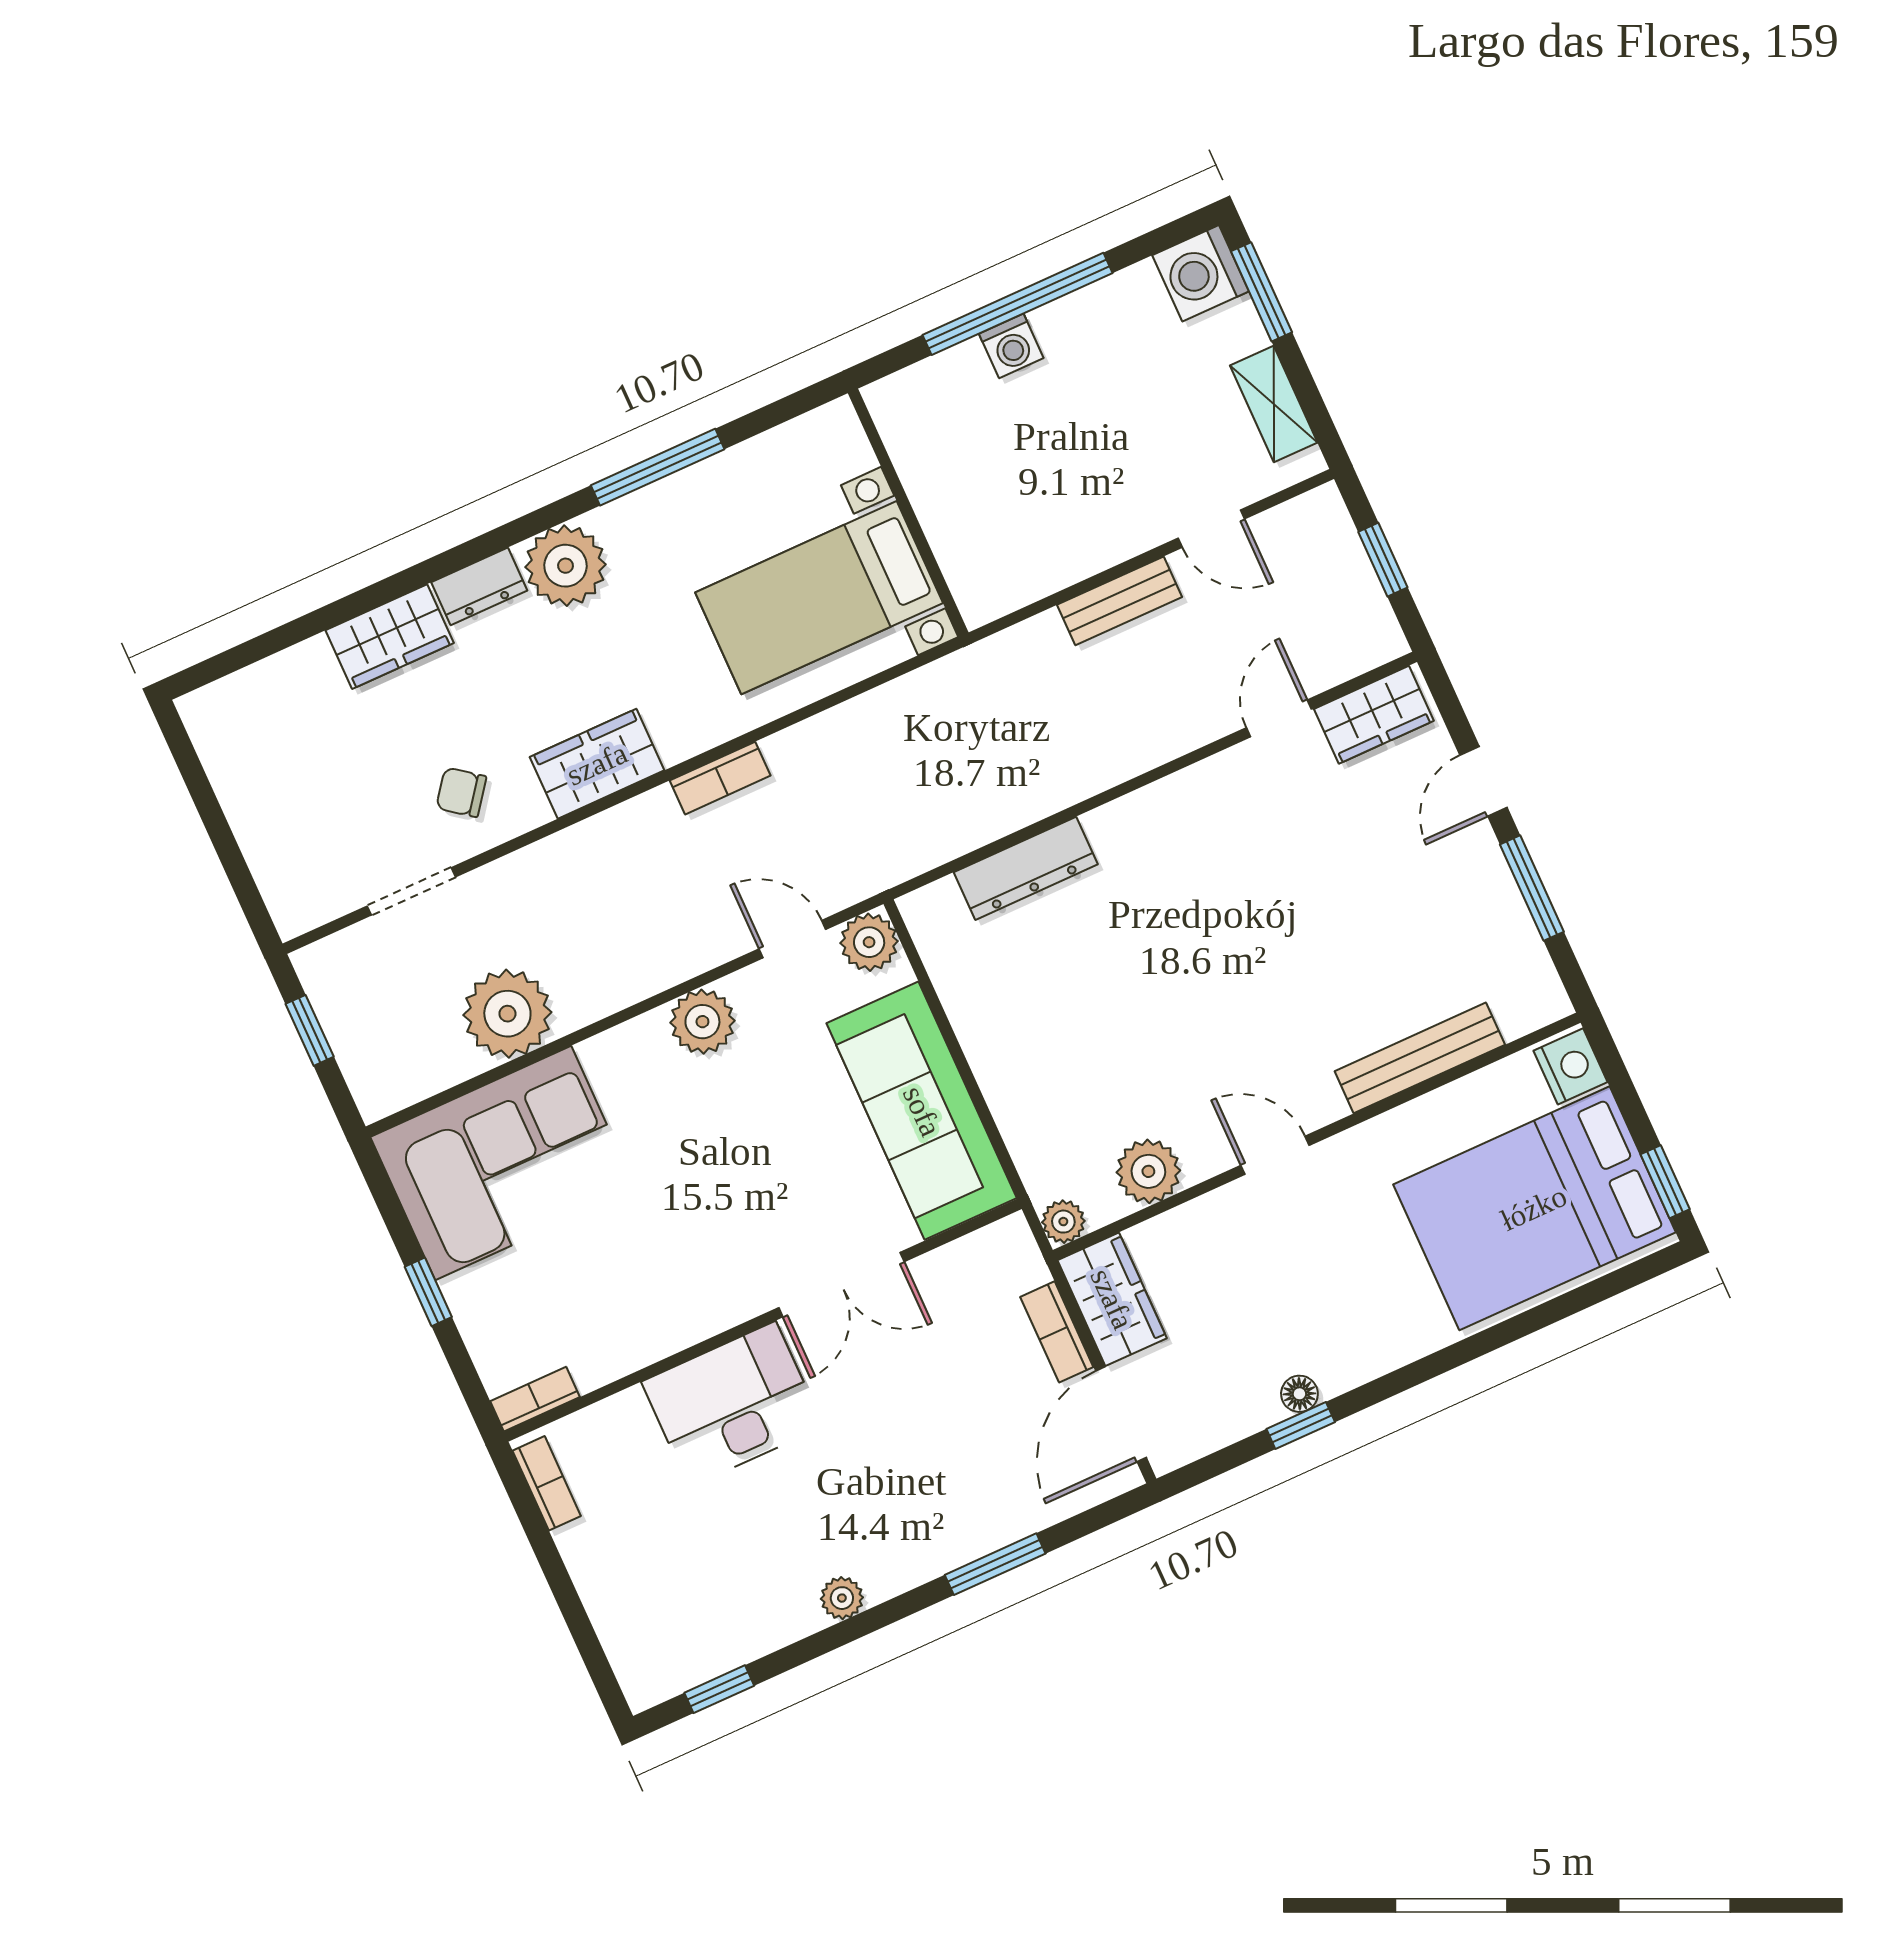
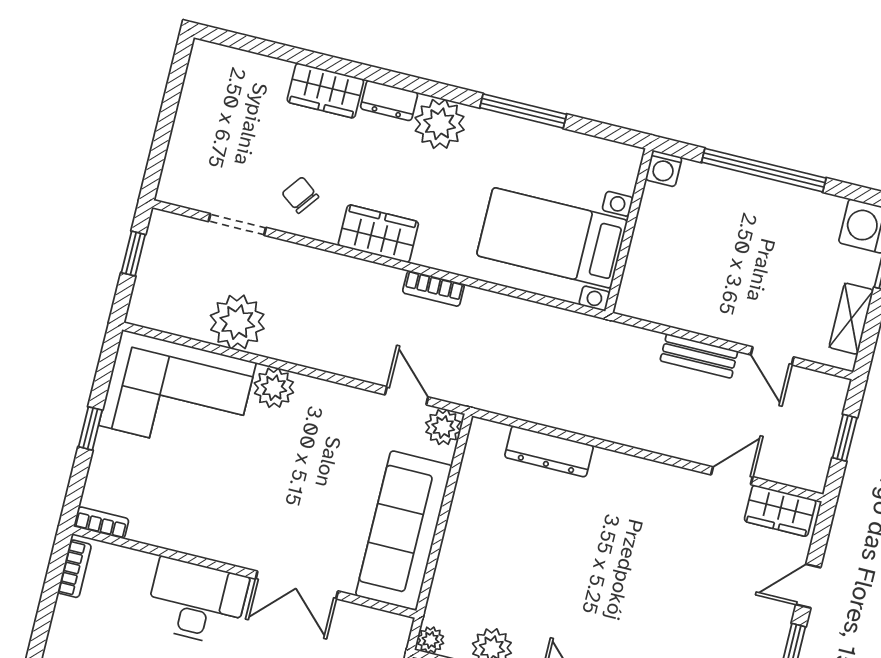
washing machine: (1011, 346) -> (664, 169), moved
plant: (702, 1022) -> (274, 388), moved

